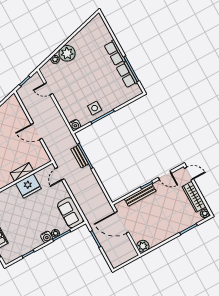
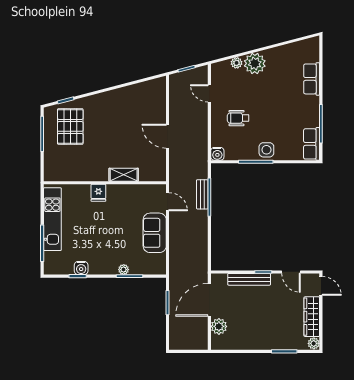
row of seats: (115, 53) -> (312, 79), moved
row of seats: (127, 75) -> (312, 144), moved
wheelchair: (76, 94) -> (238, 118), added
side table: (95, 108) -> (266, 150), moved
door: (60, 174) -> (168, 202), swing flipped
fridge: (28, 186) -> (98, 193), moved, width x0.53, depth x0.75
sofa: (70, 213) -> (155, 233), moved
door: (122, 222) -> (209, 300), hinge flipped
water cooler: (46, 237) -> (81, 268), moved
plant: (143, 246) -> (219, 326), moved

